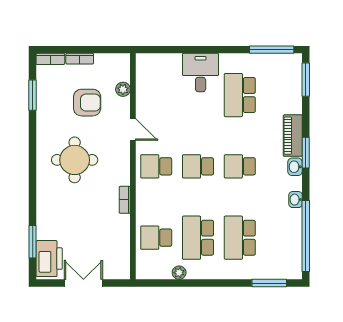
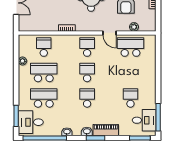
desk: (201, 73) -> (144, 120), moved
school desk: (156, 95) -> (130, 47), added
school desk: (240, 95) -> (130, 98), width x0.54
door: (133, 130) -> (109, 33), hinge flipped
desk: (280, 259) -> (31, 122), added

